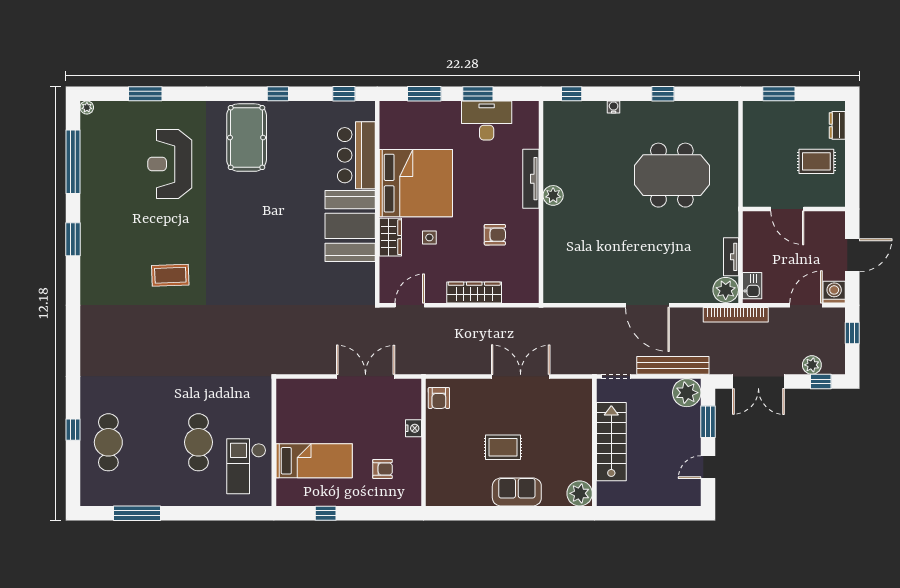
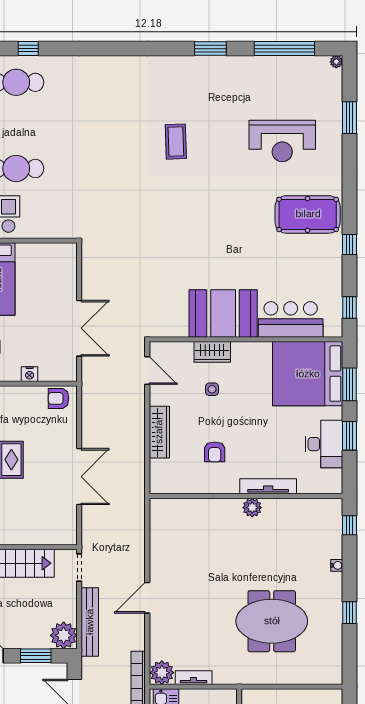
reception desk: (170, 164) -> (282, 141), turned 180
meeting table: (672, 175) -> (272, 621), turned 90
bed: (416, 183) -> (308, 374), moved, turned 90
door: (647, 305) -> (147, 598), width x0.73

